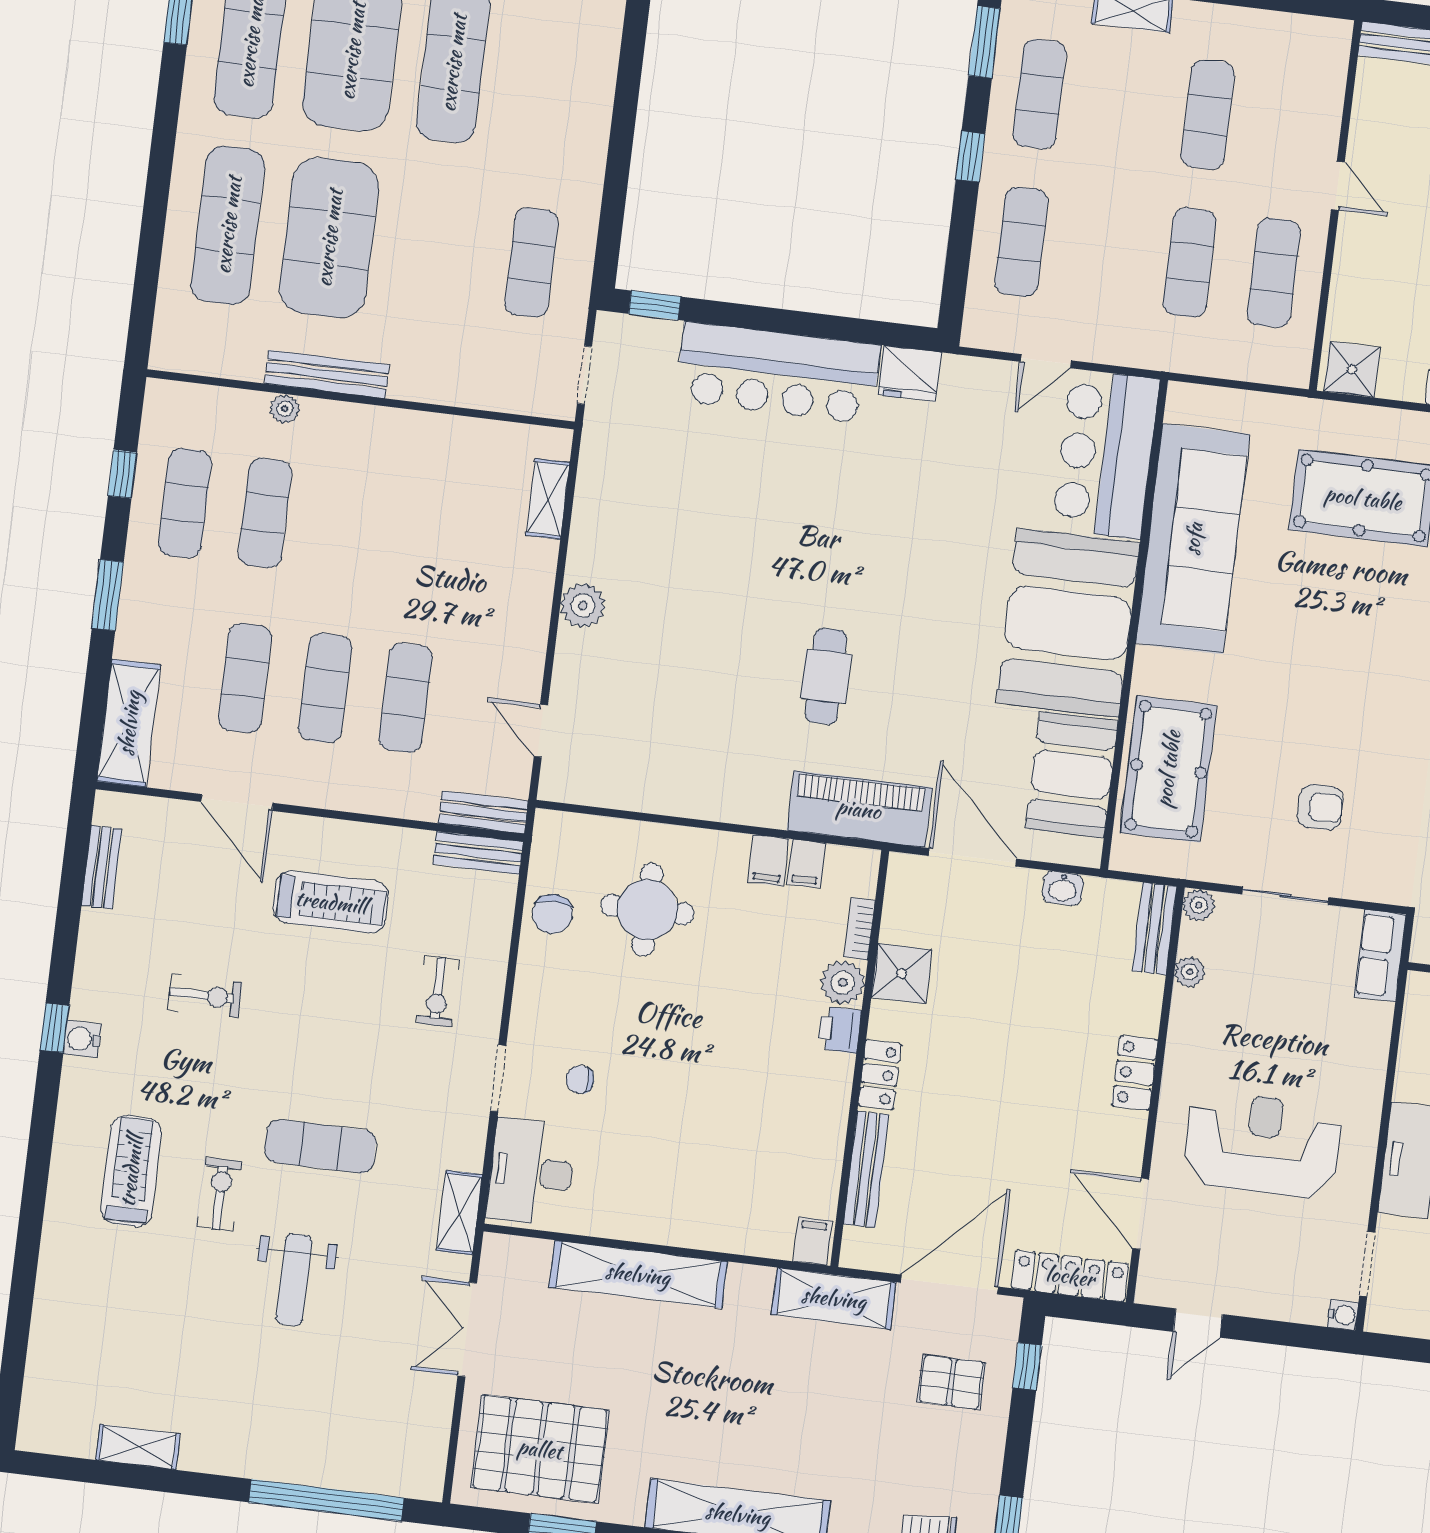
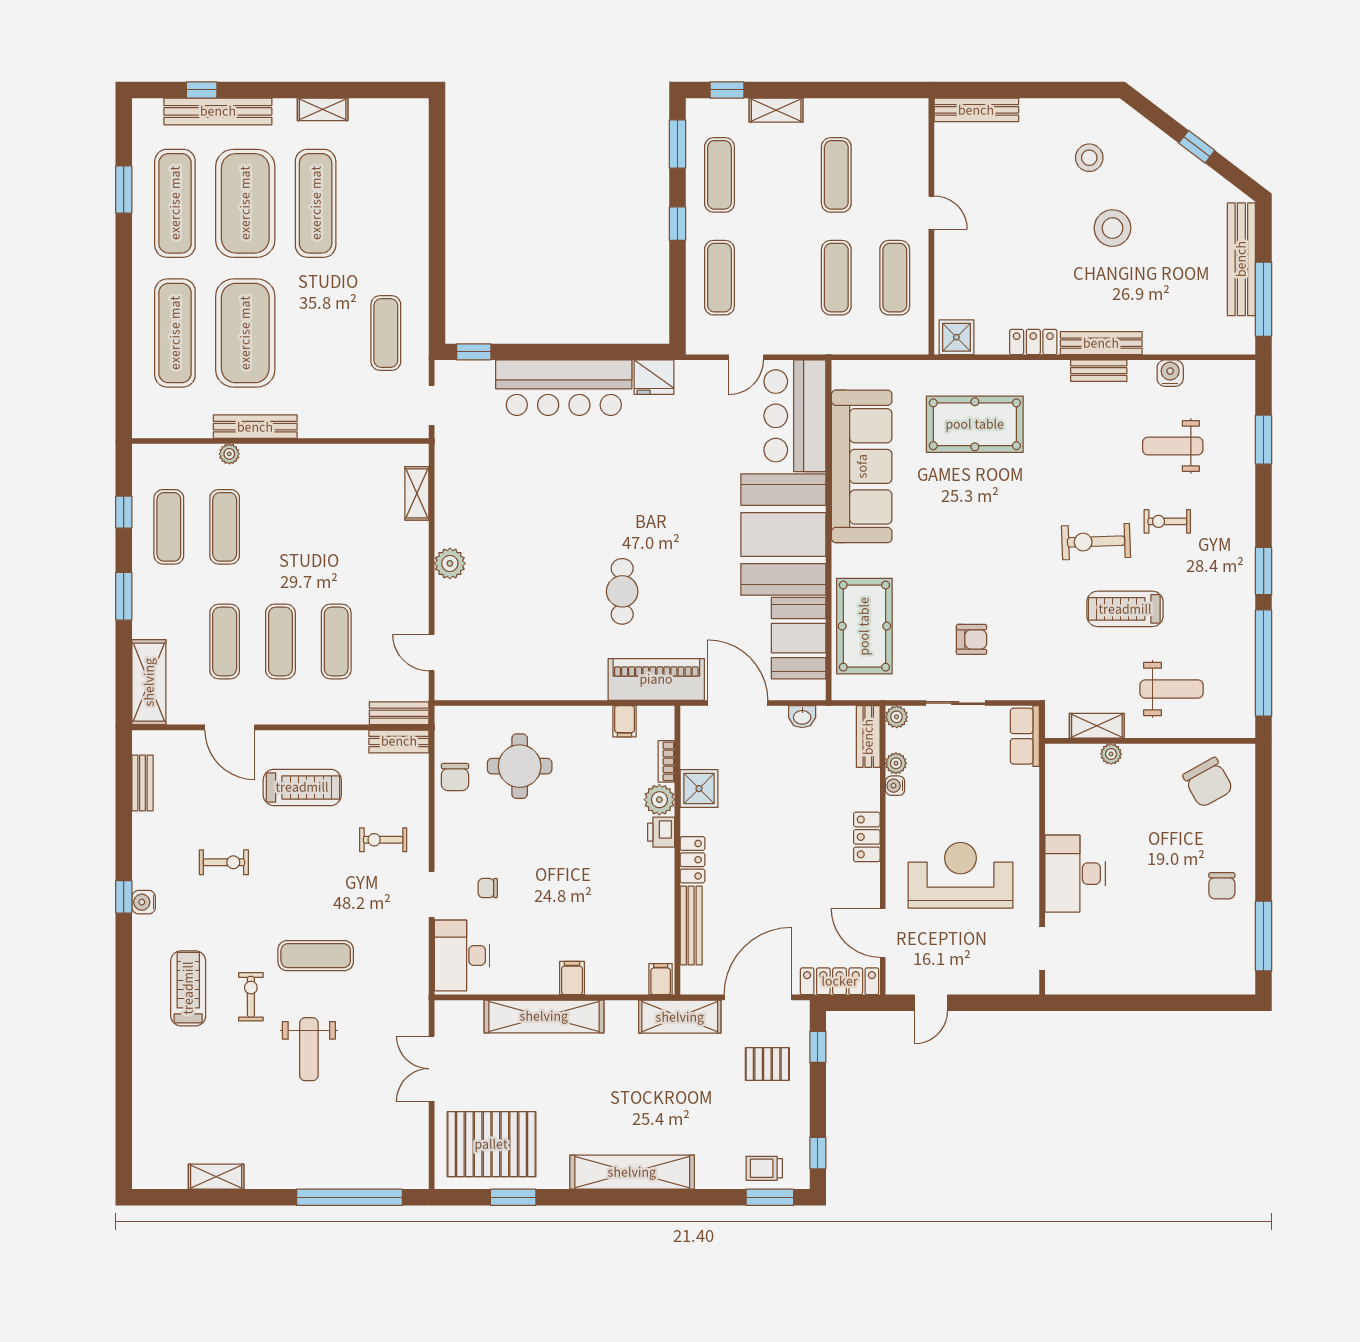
filing cabinet: (768, 860) -> (572, 978), moved, turned 180
exercise bike: (438, 991) -> (383, 840), turned 90
shelving: (459, 1213) -> (416, 989), removed
water cooler: (1343, 1315) -> (895, 786), moved, turned 180

